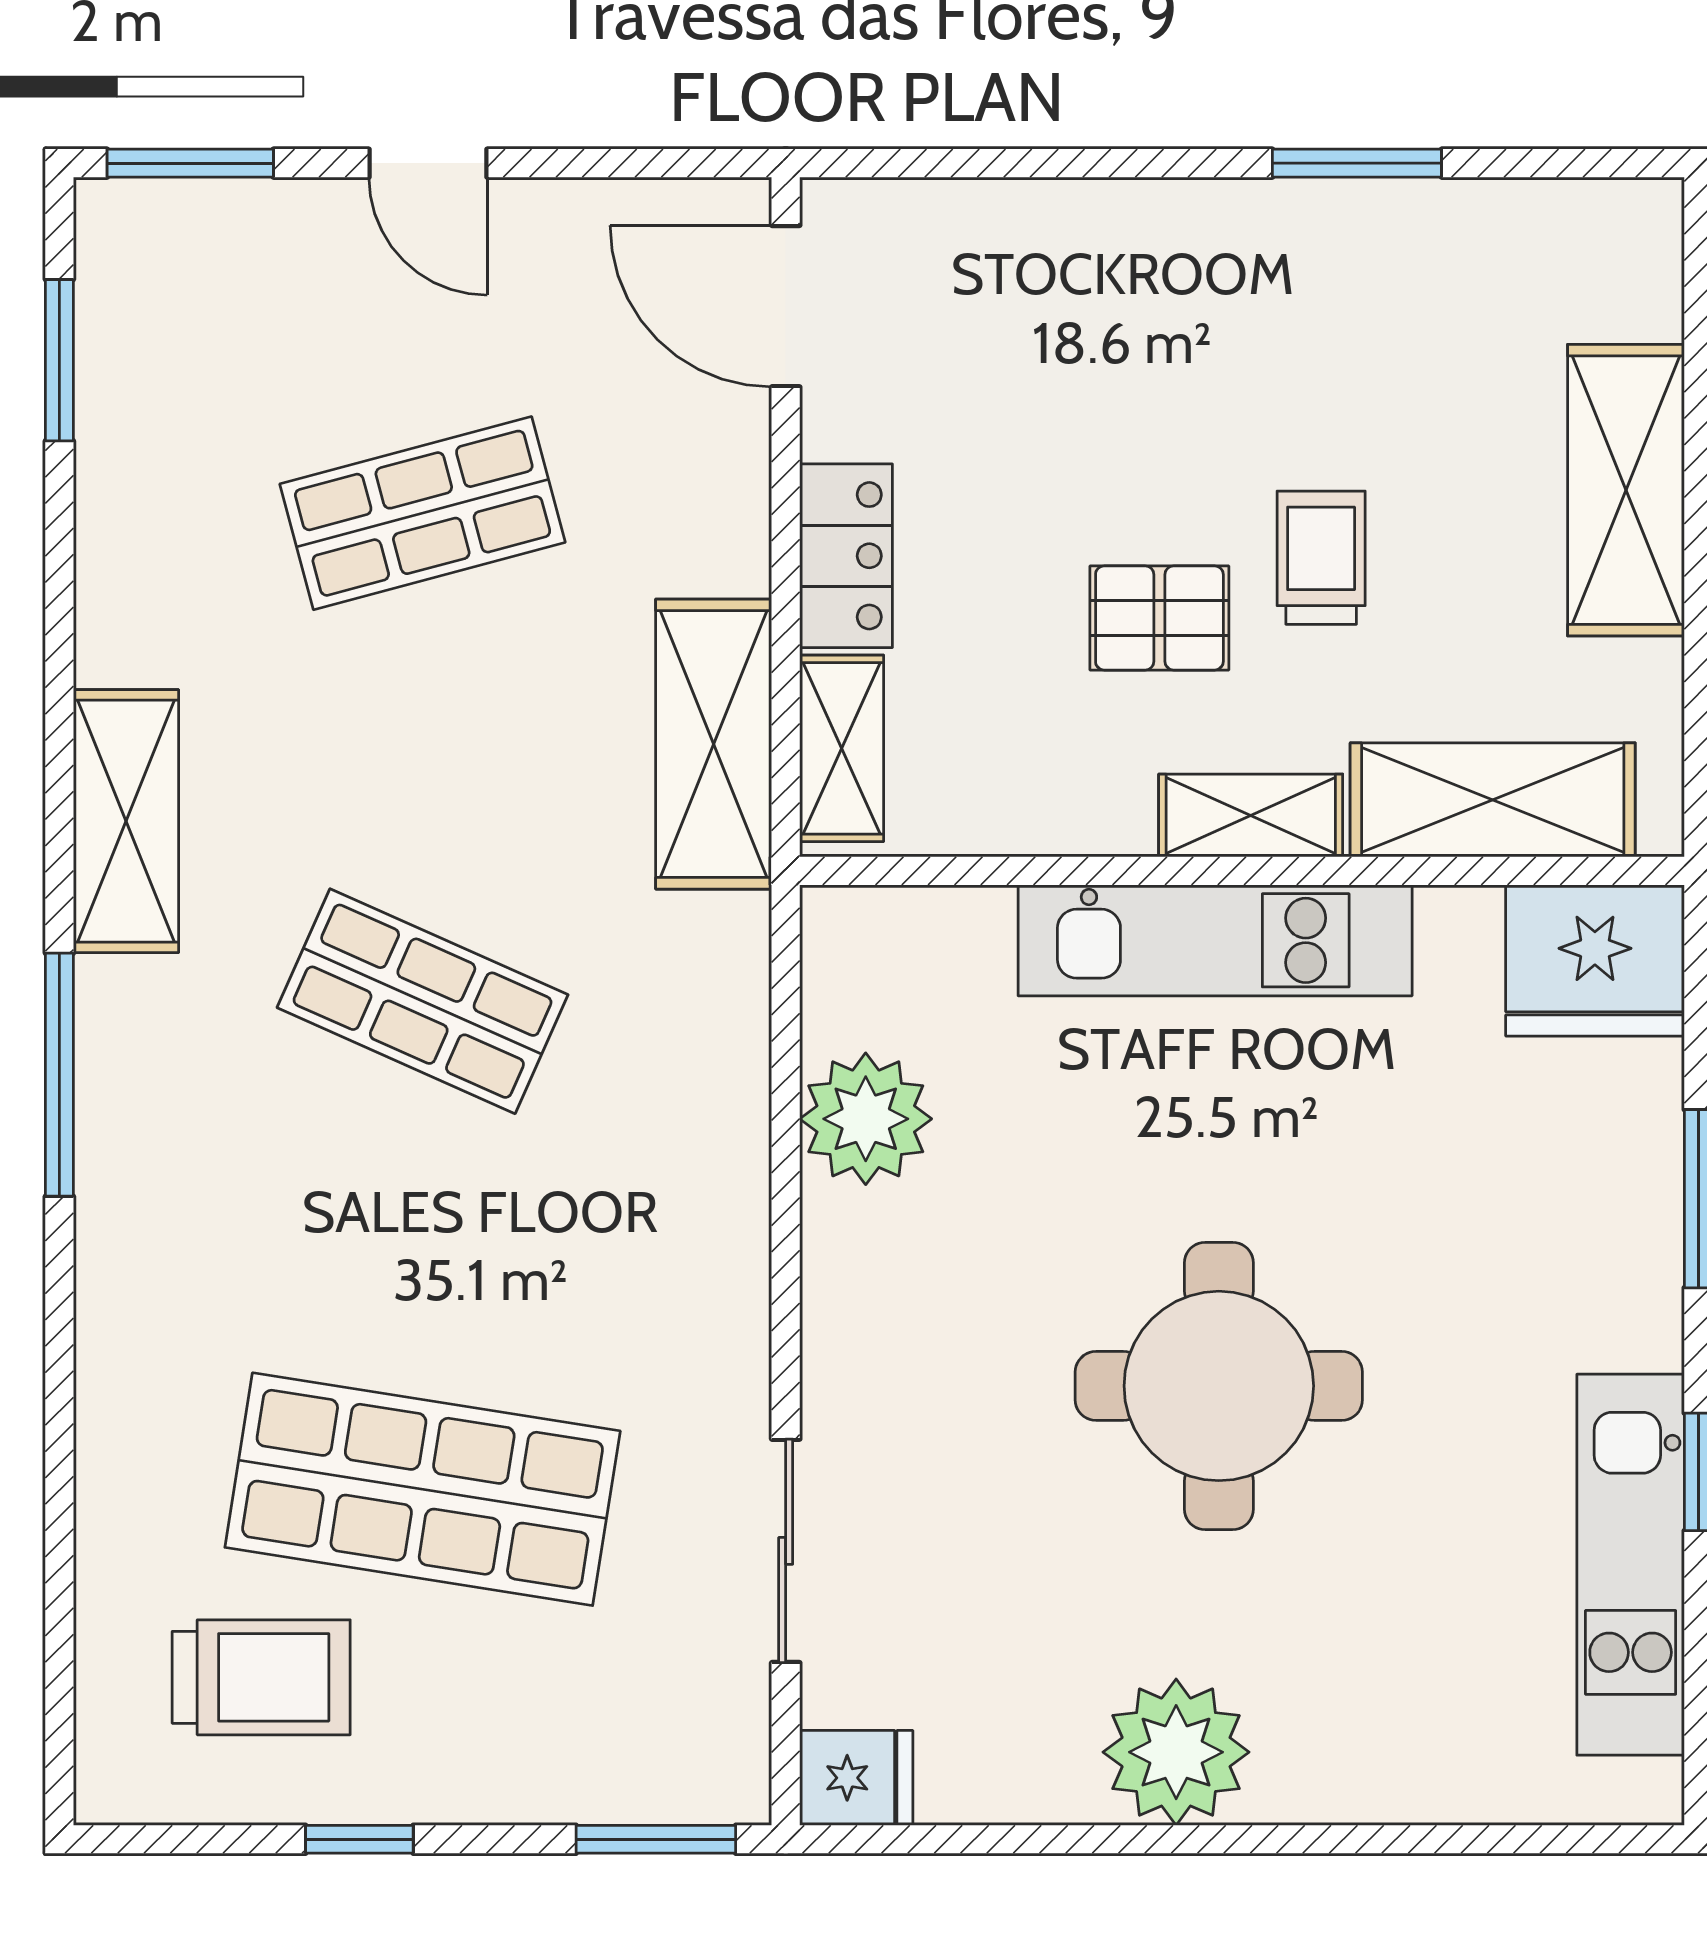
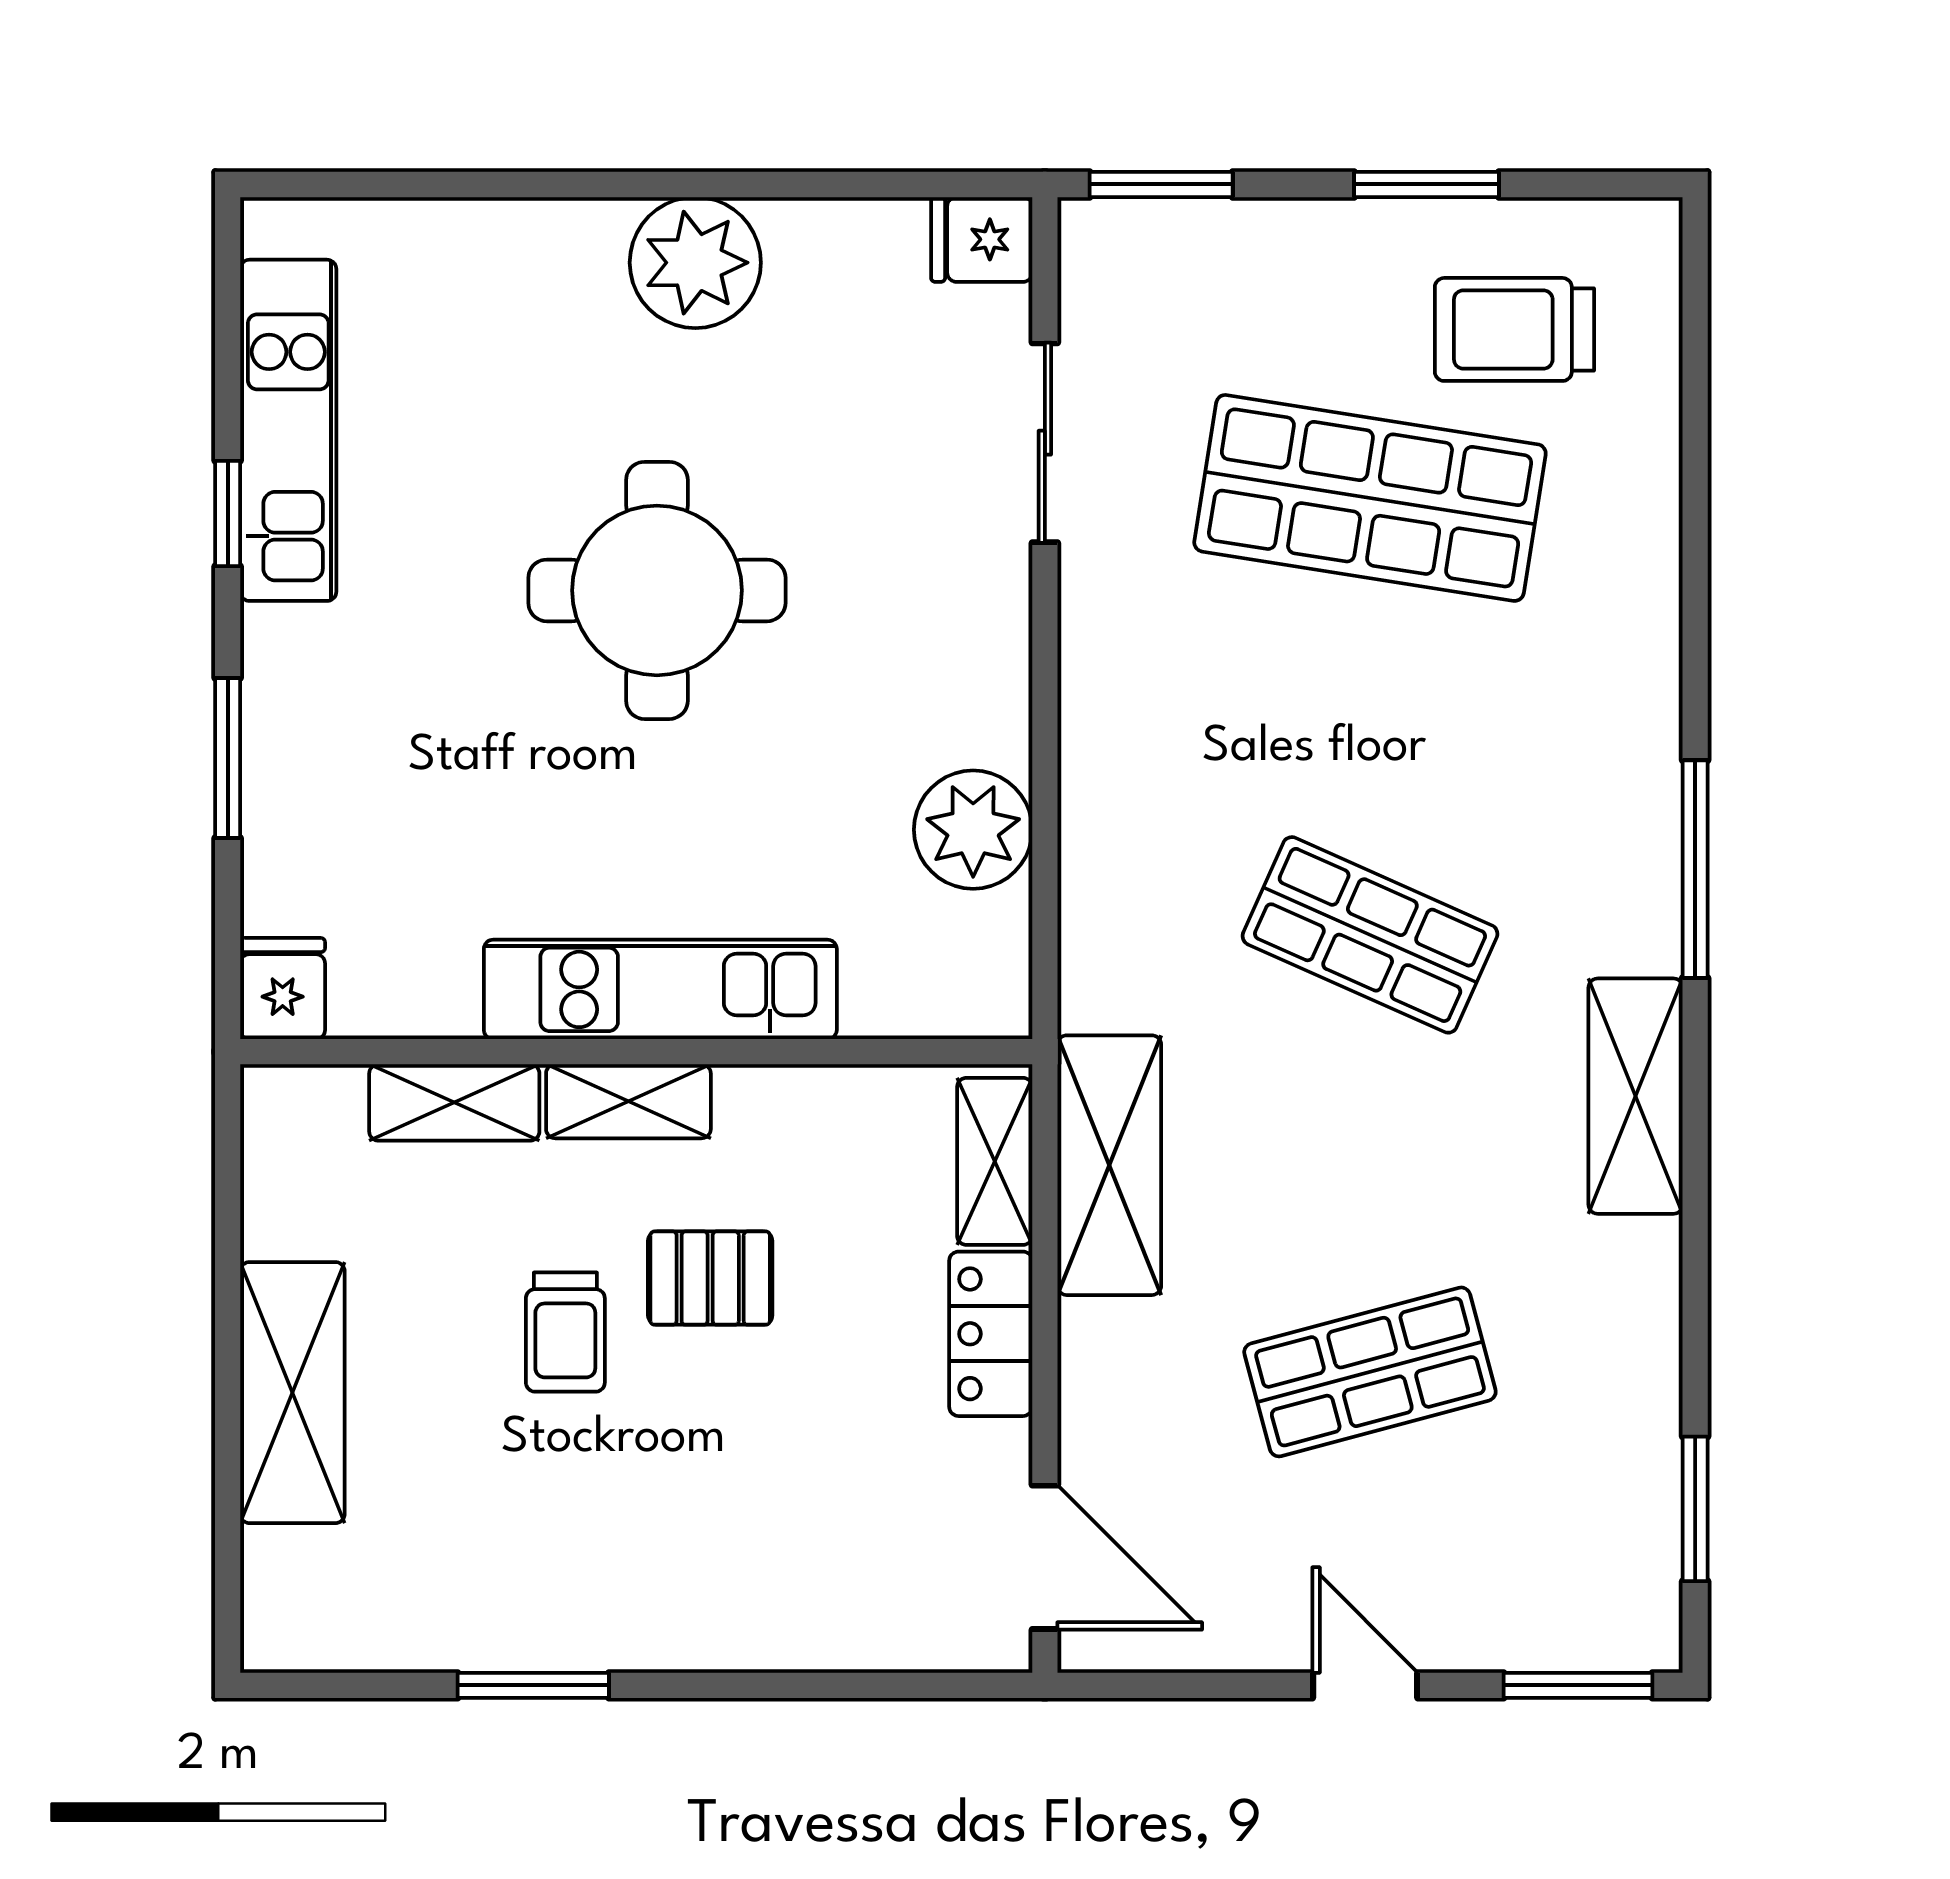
shelving: (1493, 800) -> (454, 1102), width x0.67, depth x0.75
fridge: (1595, 960) -> (283, 989), width x0.53, depth x0.75
window: (359, 1839) -> (1427, 184), width x1.50

